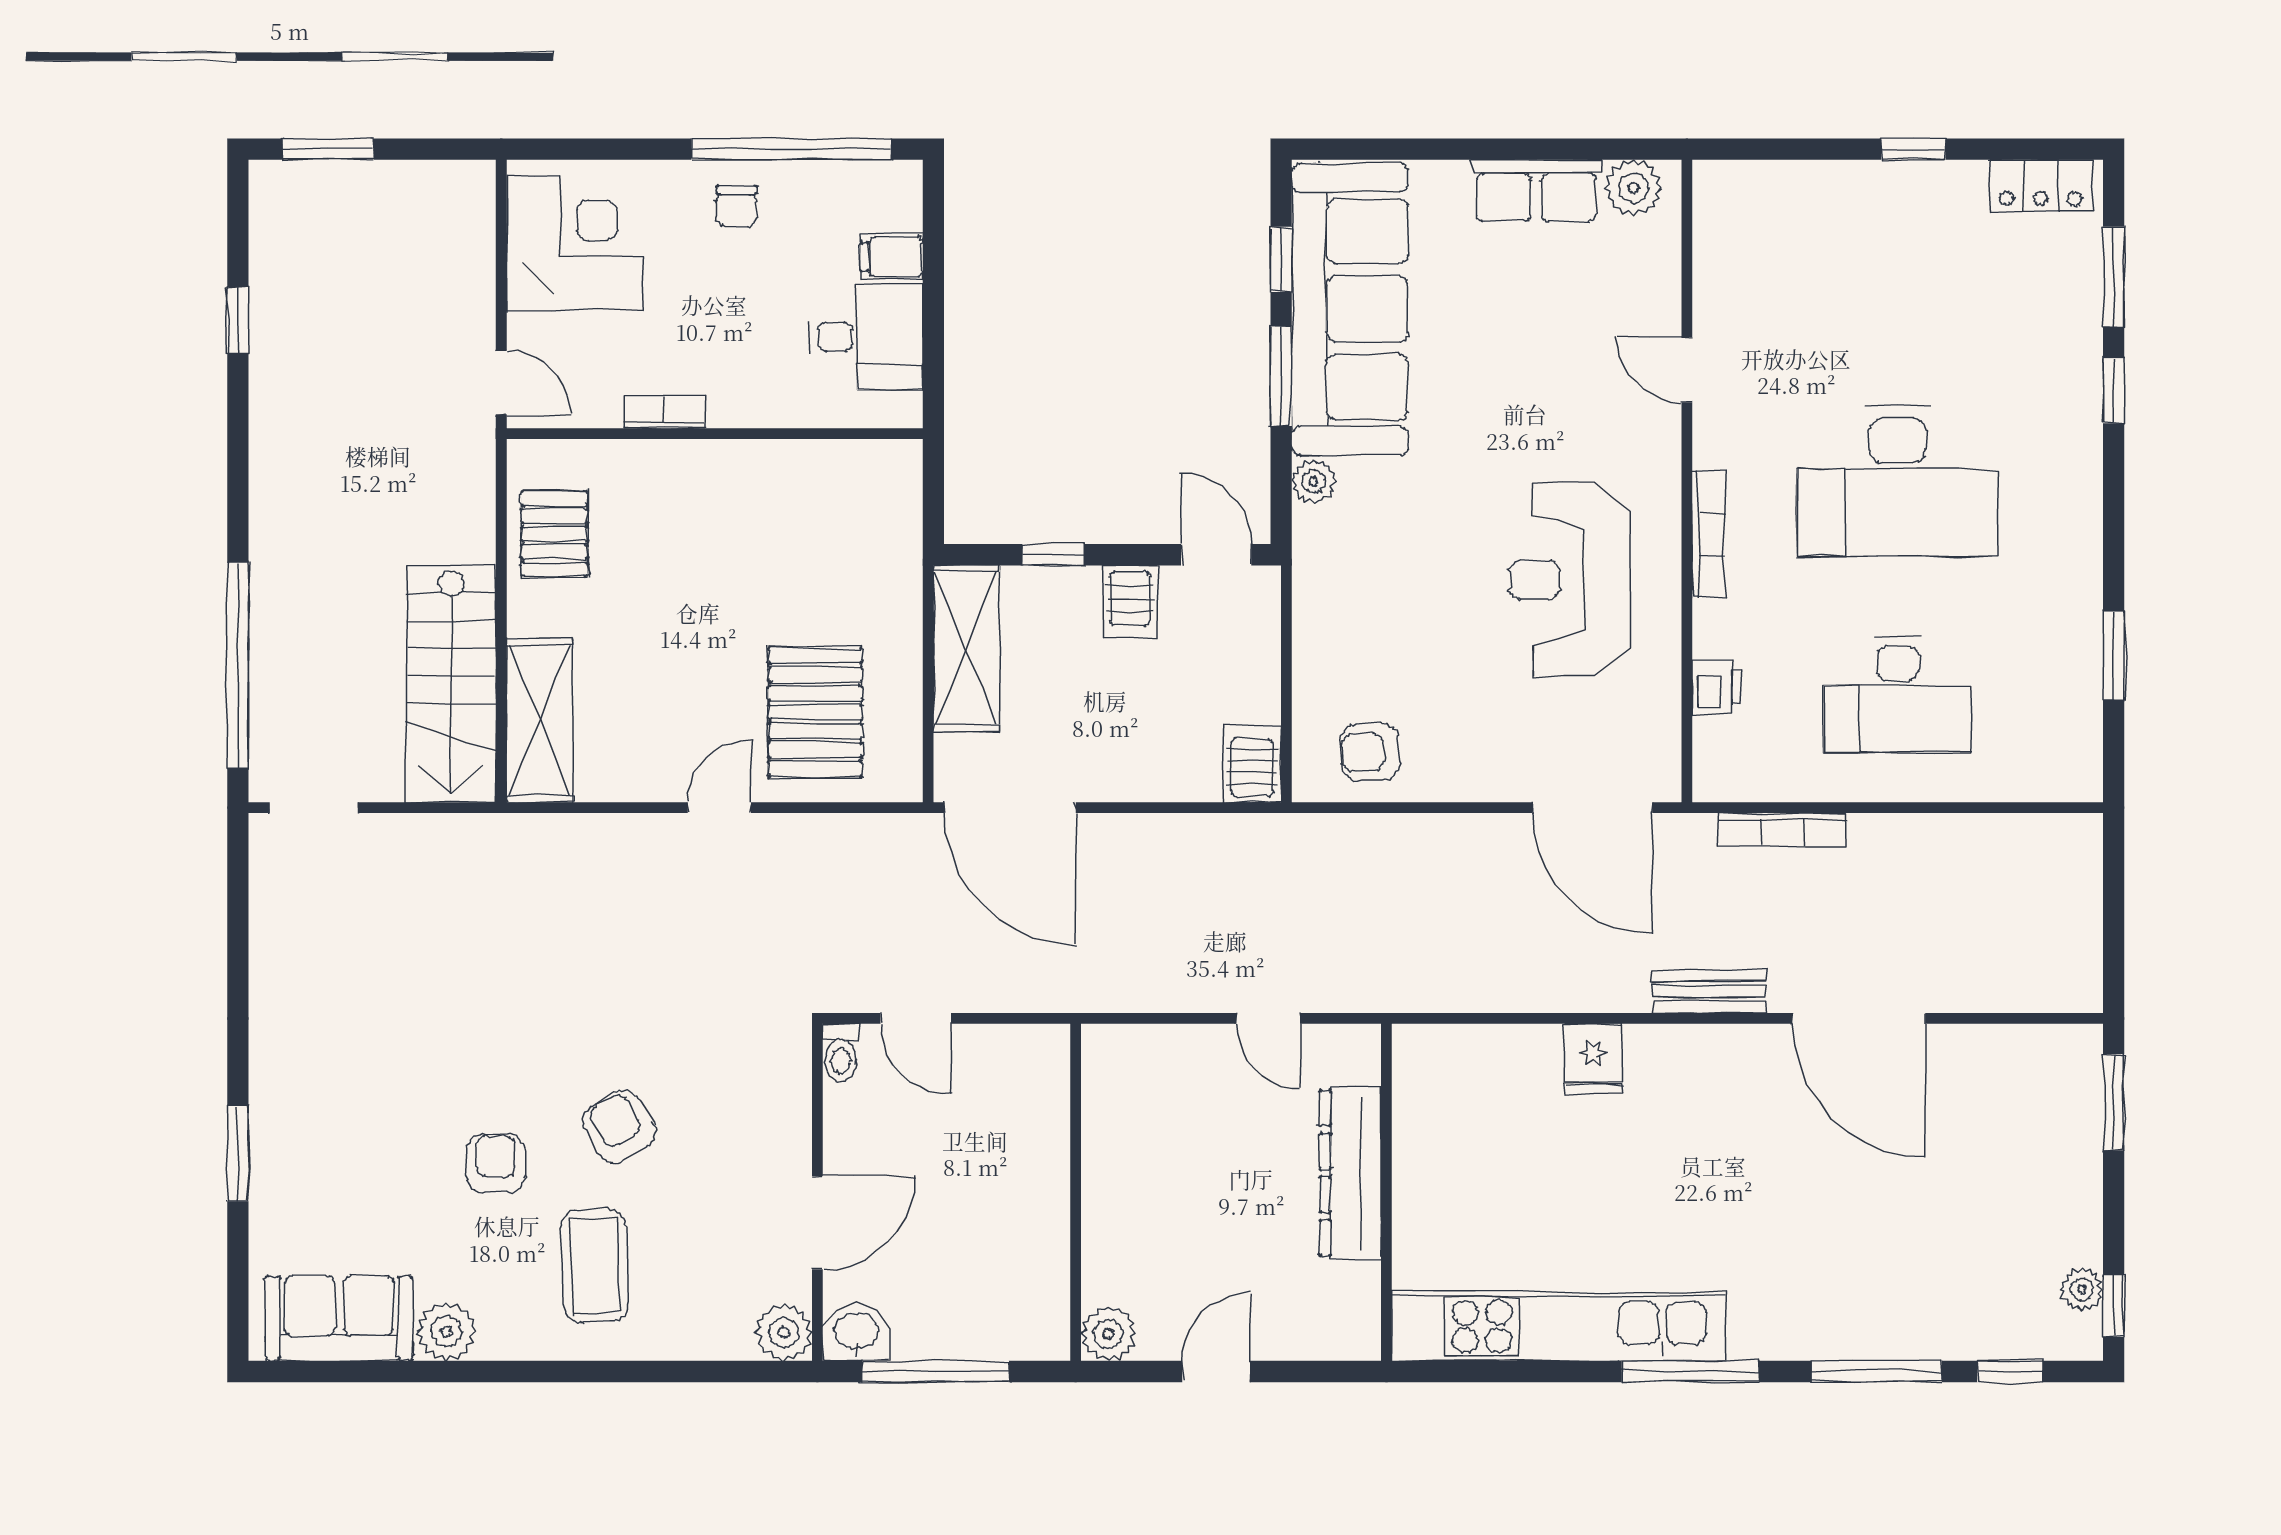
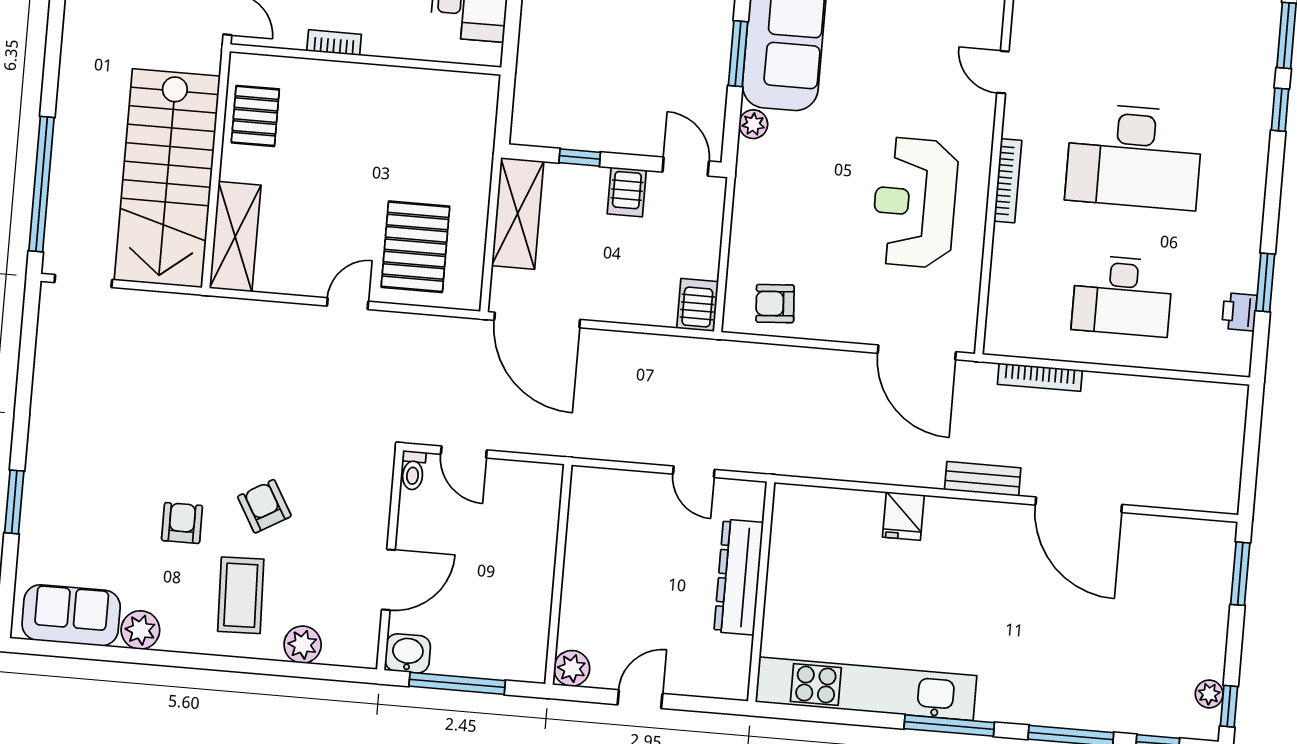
stairs: (451, 684) -> (167, 178), width x1.36, depth x1.51
printer: (1717, 687) -> (1239, 312), moved, turned 180
plant: (784, 1333) -> (303, 645), moved

